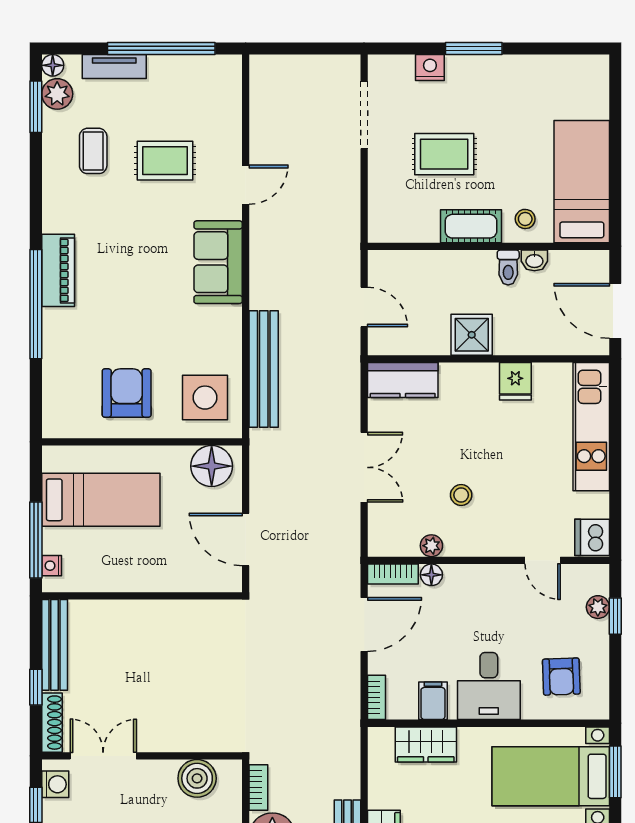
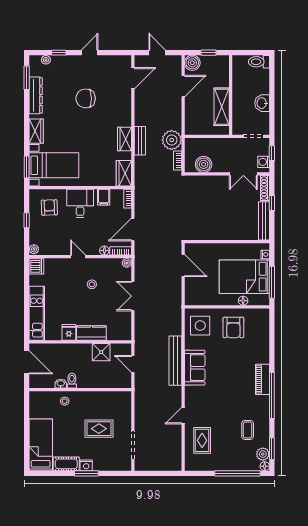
window: (161, 48) -> (238, 473), moved
tv unit: (114, 66) -> (239, 466), removed
nightstand: (430, 67) -> (86, 465), moved
rug: (165, 161) -> (202, 440), moved, turned 90
bed: (582, 182) -> (41, 445), moved, turned 180
cot: (471, 226) -> (66, 464), moved
sofa: (218, 262) -> (195, 368), moved
window: (36, 304) -> (272, 395), moved
shower: (472, 335) -> (101, 352), moved
bench: (264, 369) -> (175, 361), moved
kitchen counter: (403, 380) -> (91, 333), moved
floor lamp: (212, 466) -> (243, 301), moved, width x0.53, depth x0.53
bed: (101, 500) -> (244, 277), width x1.50
window: (36, 540) -> (272, 282), moved
plant: (431, 546) -> (127, 263), moved
door: (543, 560) -> (78, 257), moved
plant: (598, 607) -> (34, 249), moved
window: (615, 616) -> (27, 220), moved
wardrobe: (426, 744) -> (124, 173), moved, turned -90

